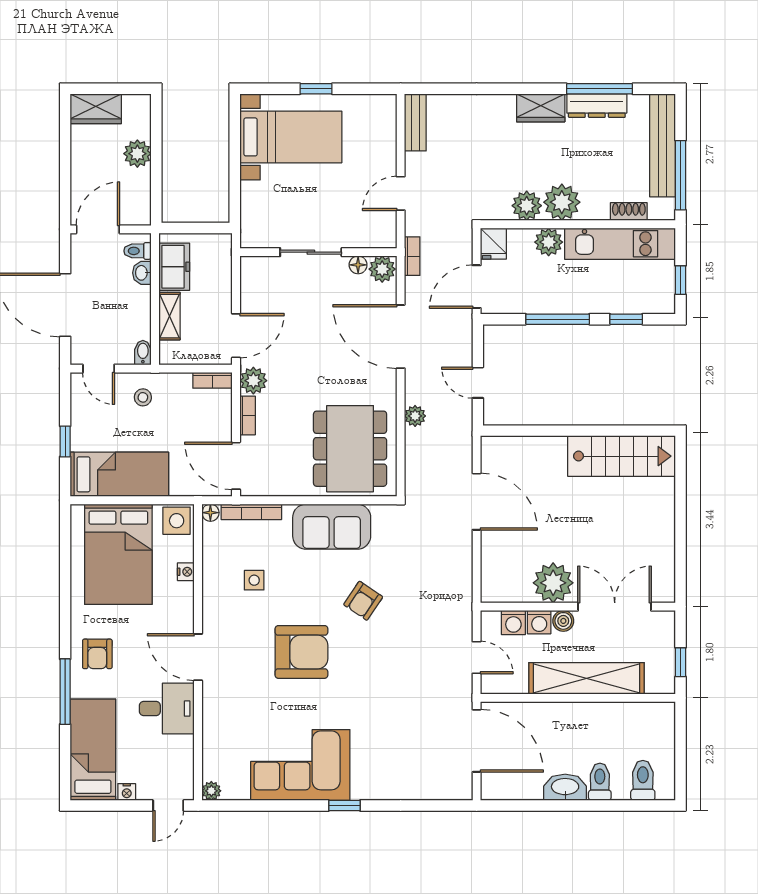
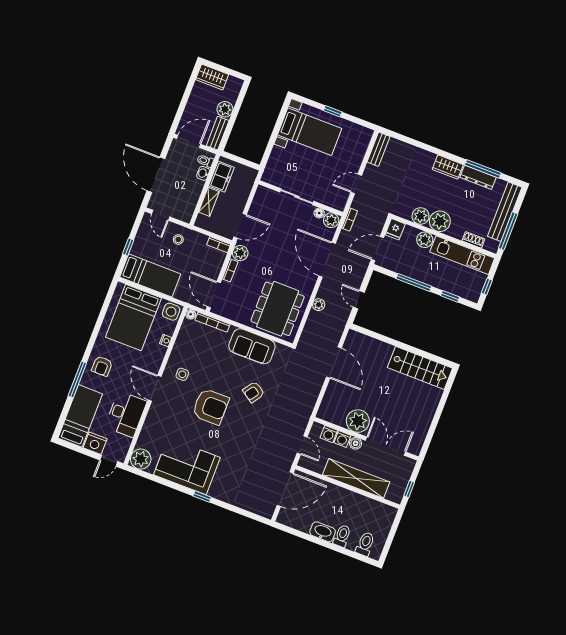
bench: (140, 197) -> (218, 133), added
bidet: (143, 353) -> (187, 216), removed
side table: (254, 580) -> (182, 374), moved
desk: (167, 709) -> (126, 414), width x1.37
door: (477, 741) -> (285, 489), hinge flipped
plant: (211, 791) -> (141, 459), width x1.87, depth x1.87
nightstand: (127, 792) -> (95, 443), width x1.89, depth x1.79

